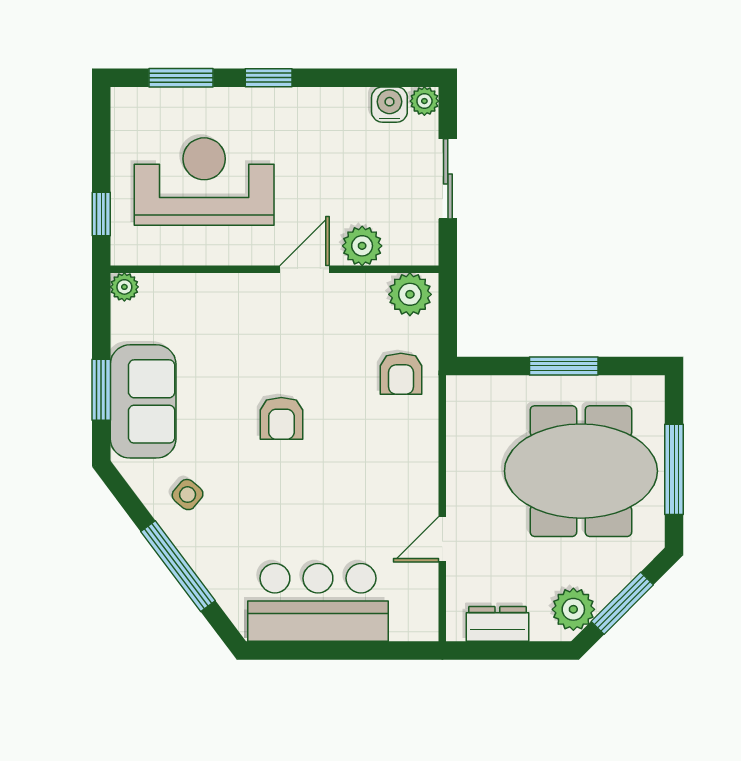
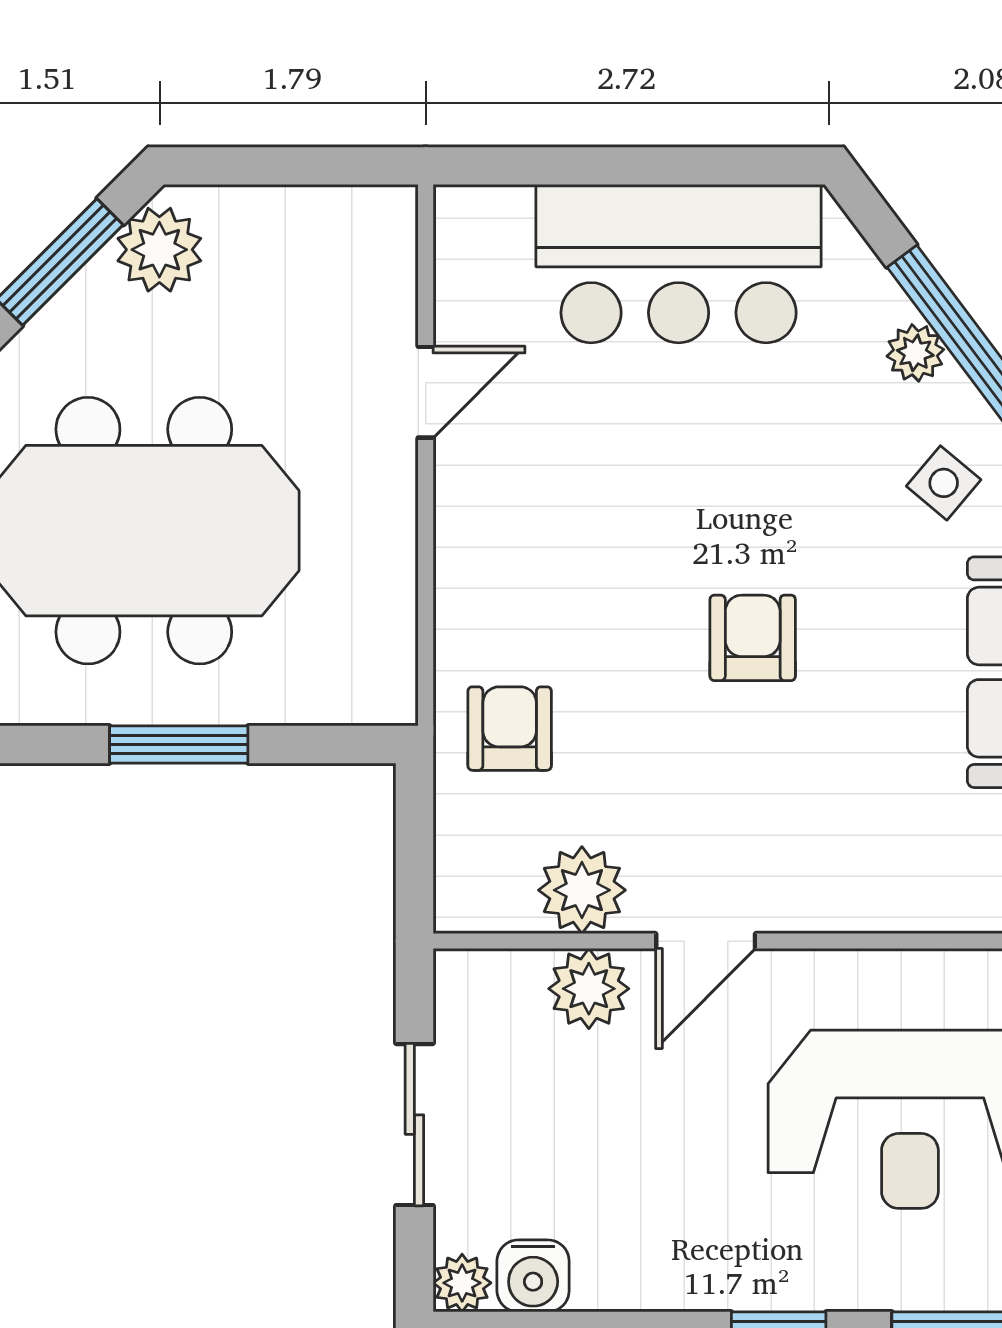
plant: (410, 294) -> (582, 890), moved
plant: (201, 559) -> (915, 353), added
dresser: (497, 624) -> (314, 220), removed

